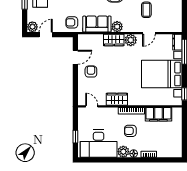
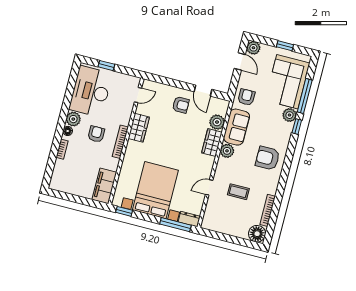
door: (149, 33) -> (209, 187), hinge flipped
plant: (131, 40) -> (217, 122), moved
filing cabinet: (158, 114) -> (104, 186), moved

